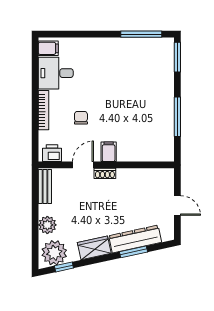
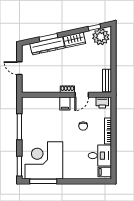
corner desk: (140, 66) -> (44, 160), added
plant: (47, 225) -> (105, 55), removed

